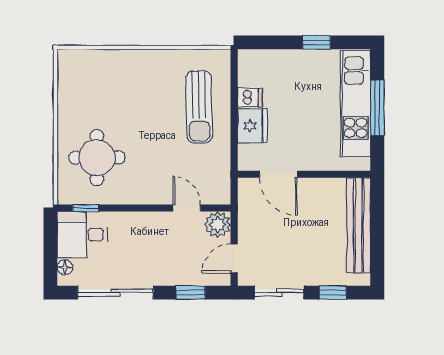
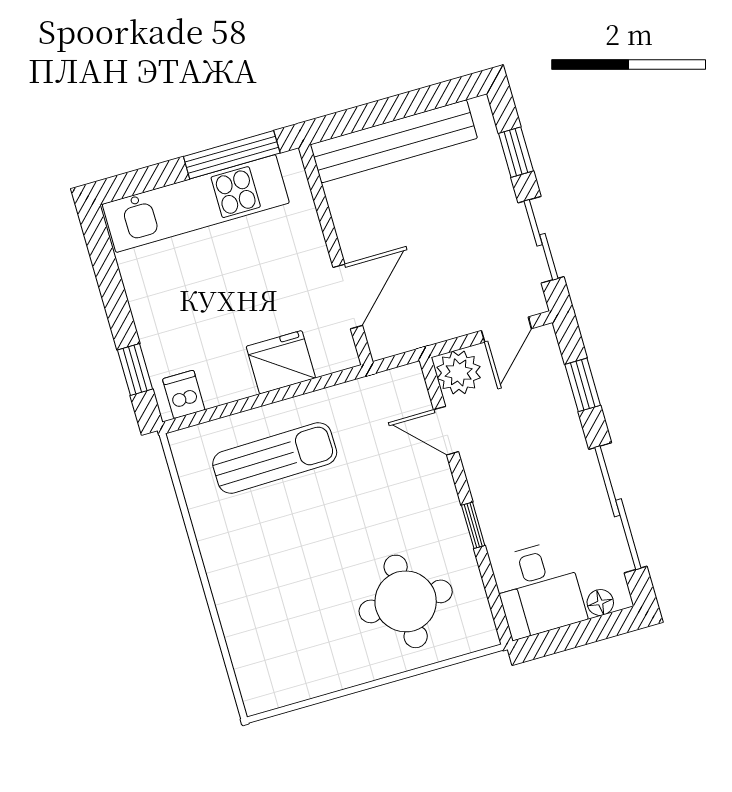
window: (317, 42) -> (135, 369), moved
dishwasher: (250, 97) -> (184, 394), moved
window: (377, 108) -> (232, 155), moved
window: (86, 208) -> (473, 525), moved
door: (187, 208) -> (446, 431), hinge flipped
door: (234, 259) -> (506, 330), hinge flipped

